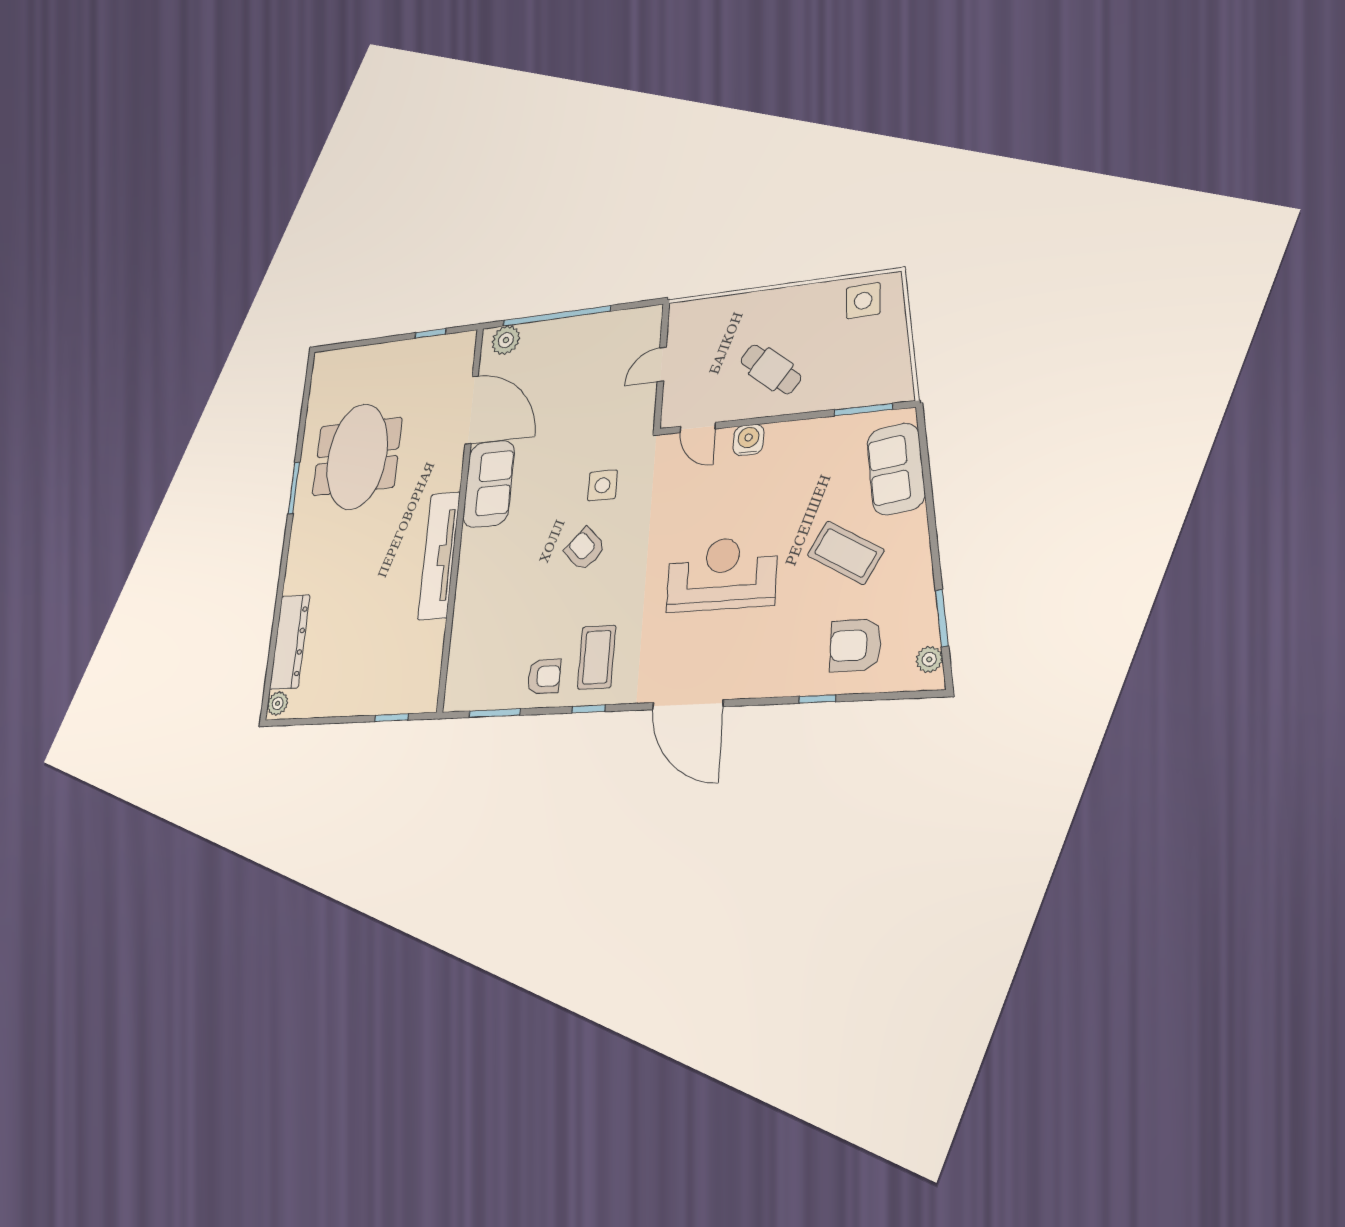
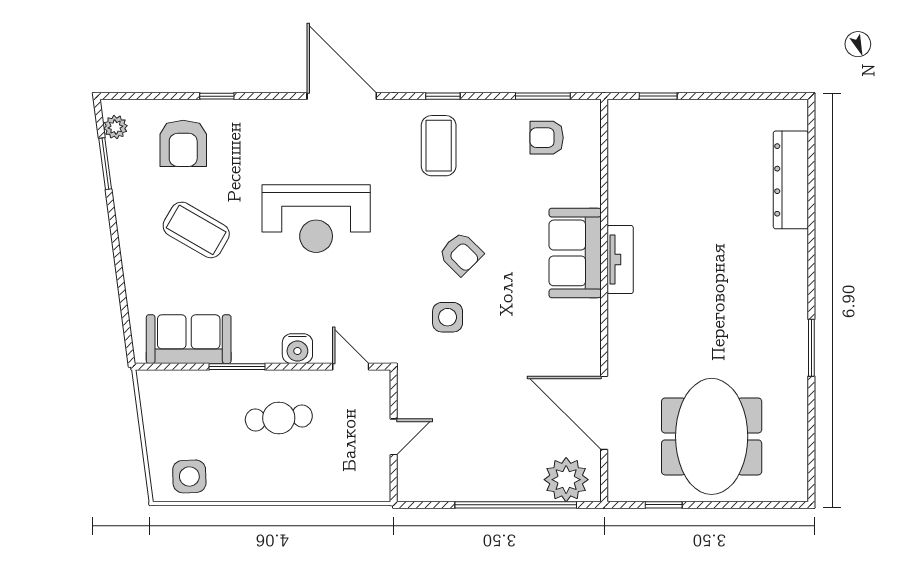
plant: (506, 340) -> (566, 480), width x1.36, depth x1.36
cafe table: (771, 369) -> (279, 418), turned -43
window: (863, 410) -> (237, 367), moved
meeting table: (357, 457) -> (712, 436), moved
sofa: (896, 469) -> (189, 339), moved, turned -83
sofa: (489, 484) -> (575, 253), moved
tv unit: (439, 555) -> (620, 260), width x0.52, depth x0.78
armchair: (856, 645) -> (183, 143), turned 90
armchair: (544, 676) -> (547, 138), moved
plant: (278, 703) -> (796, 116), removed

